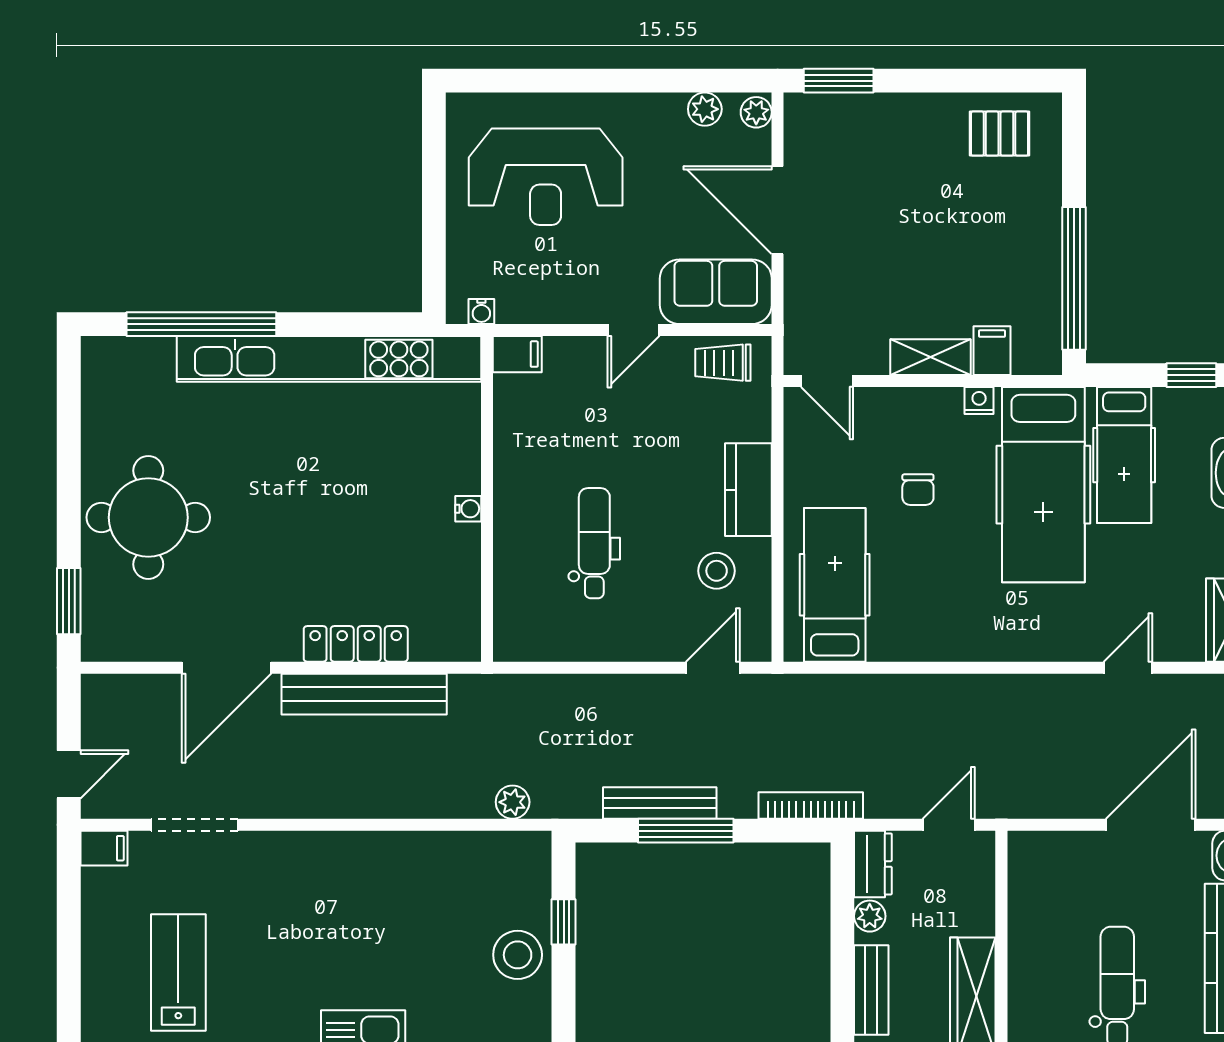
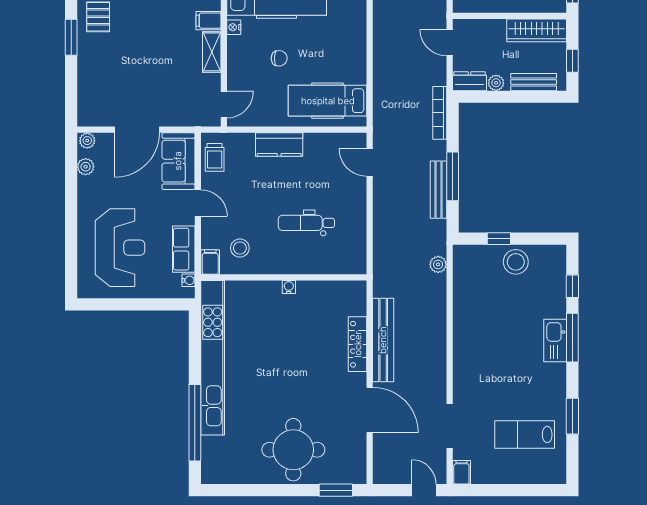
window: (839, 81) -> (71, 37), moved
row of seats: (543, 302) -> (184, 249), added
stool: (717, 571) -> (240, 248), moved

